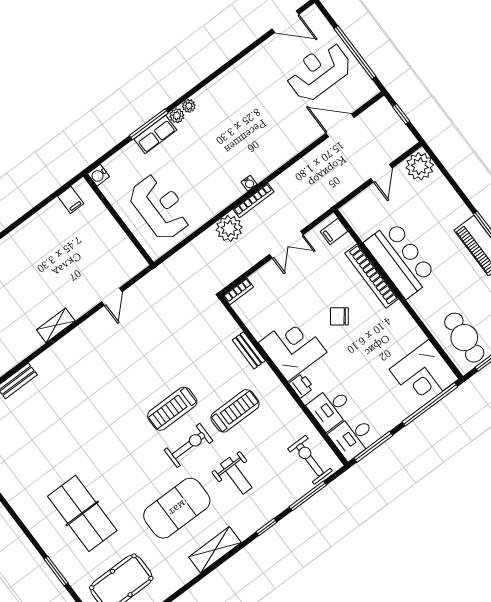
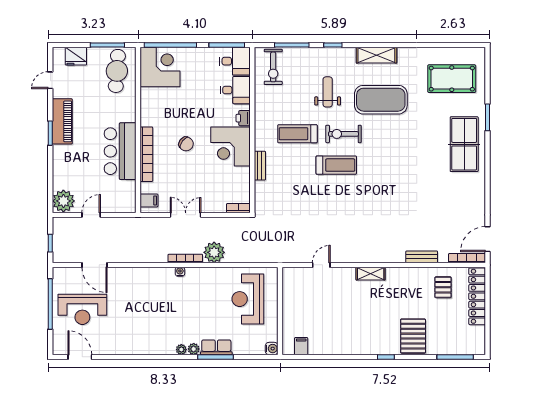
table tennis table: (82, 513) -> (464, 144), moved

